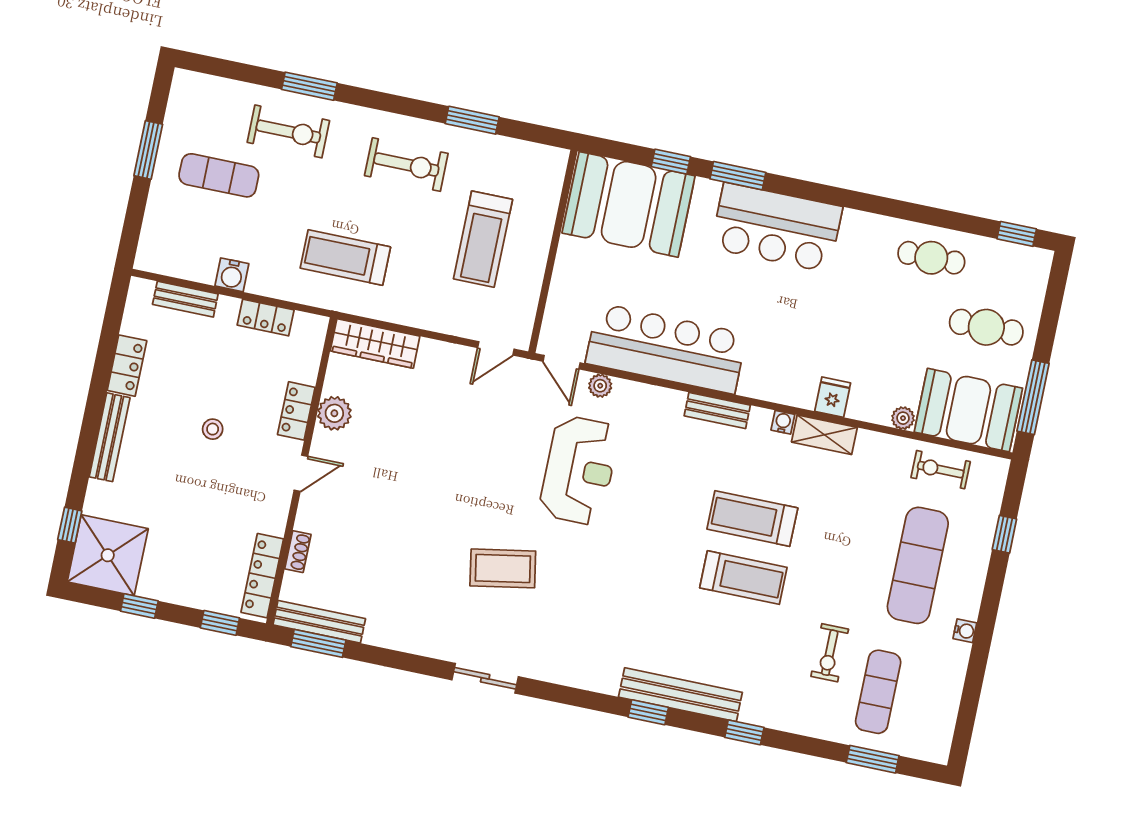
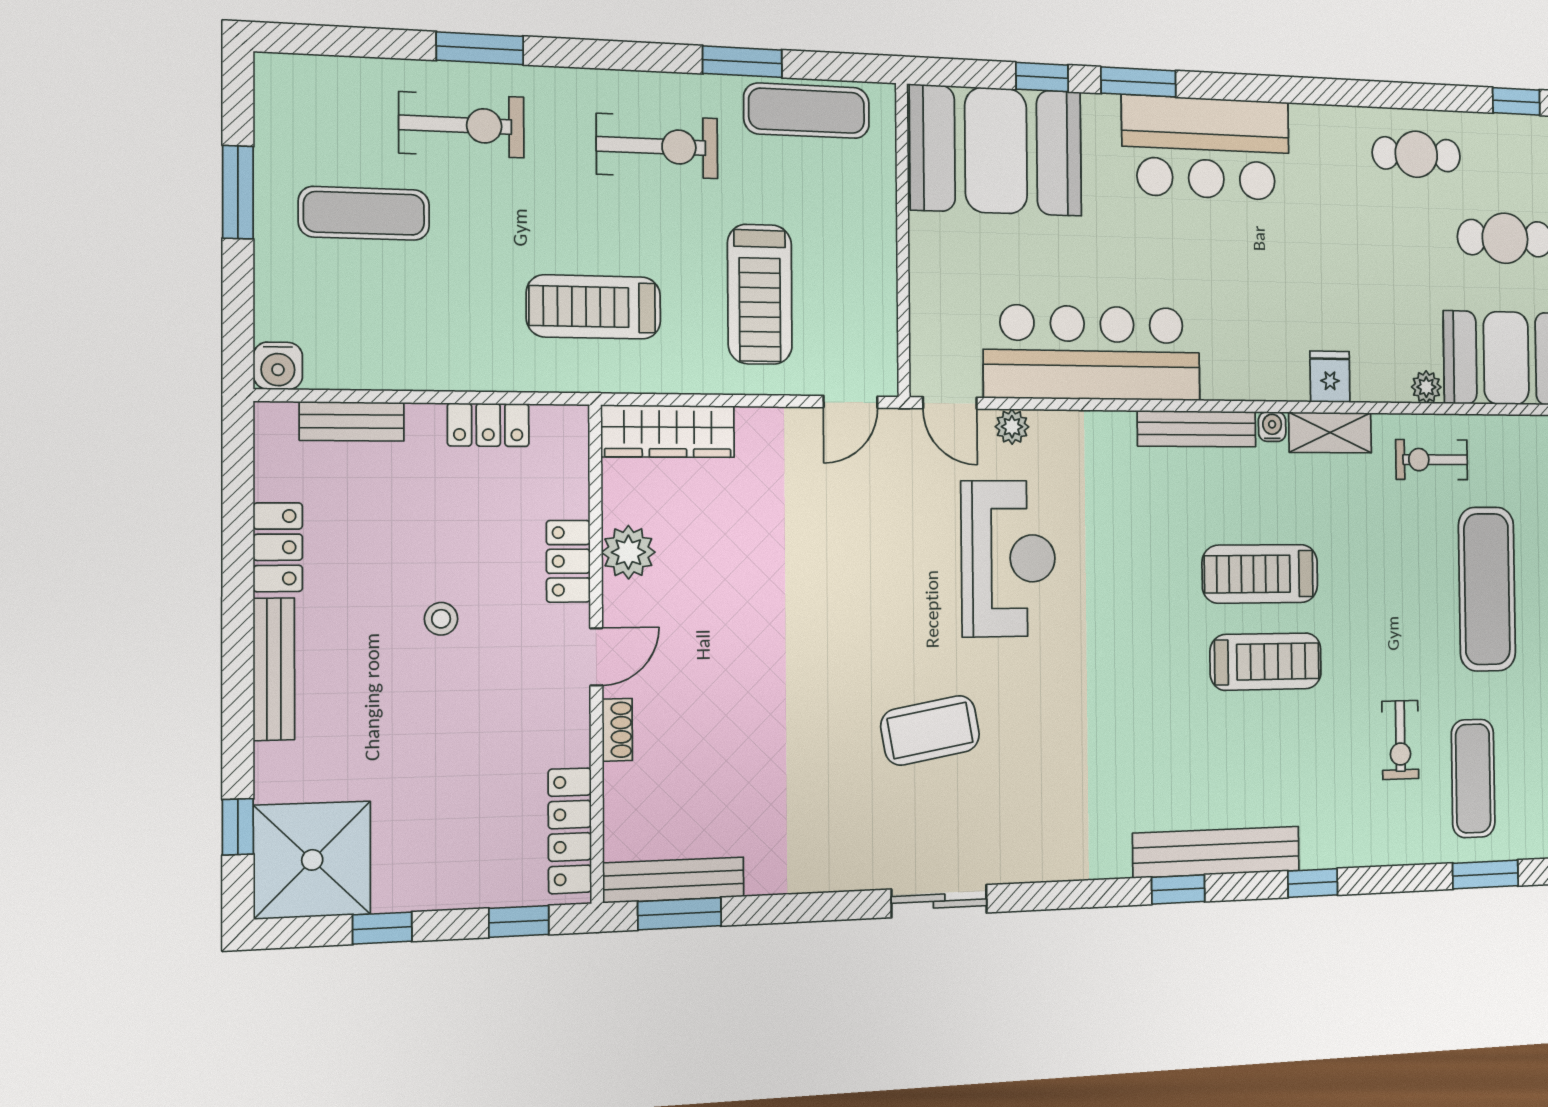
exercise mat: (507, 158) -> (807, 111), added
treadmill: (483, 239) -> (760, 294), moved
water cooler: (232, 275) -> (278, 366), moved
bench: (717, 410) -> (1197, 429), width x1.36
exercise bike: (941, 470) -> (1432, 460), moved
shoe rack: (298, 552) -> (617, 730), moved

